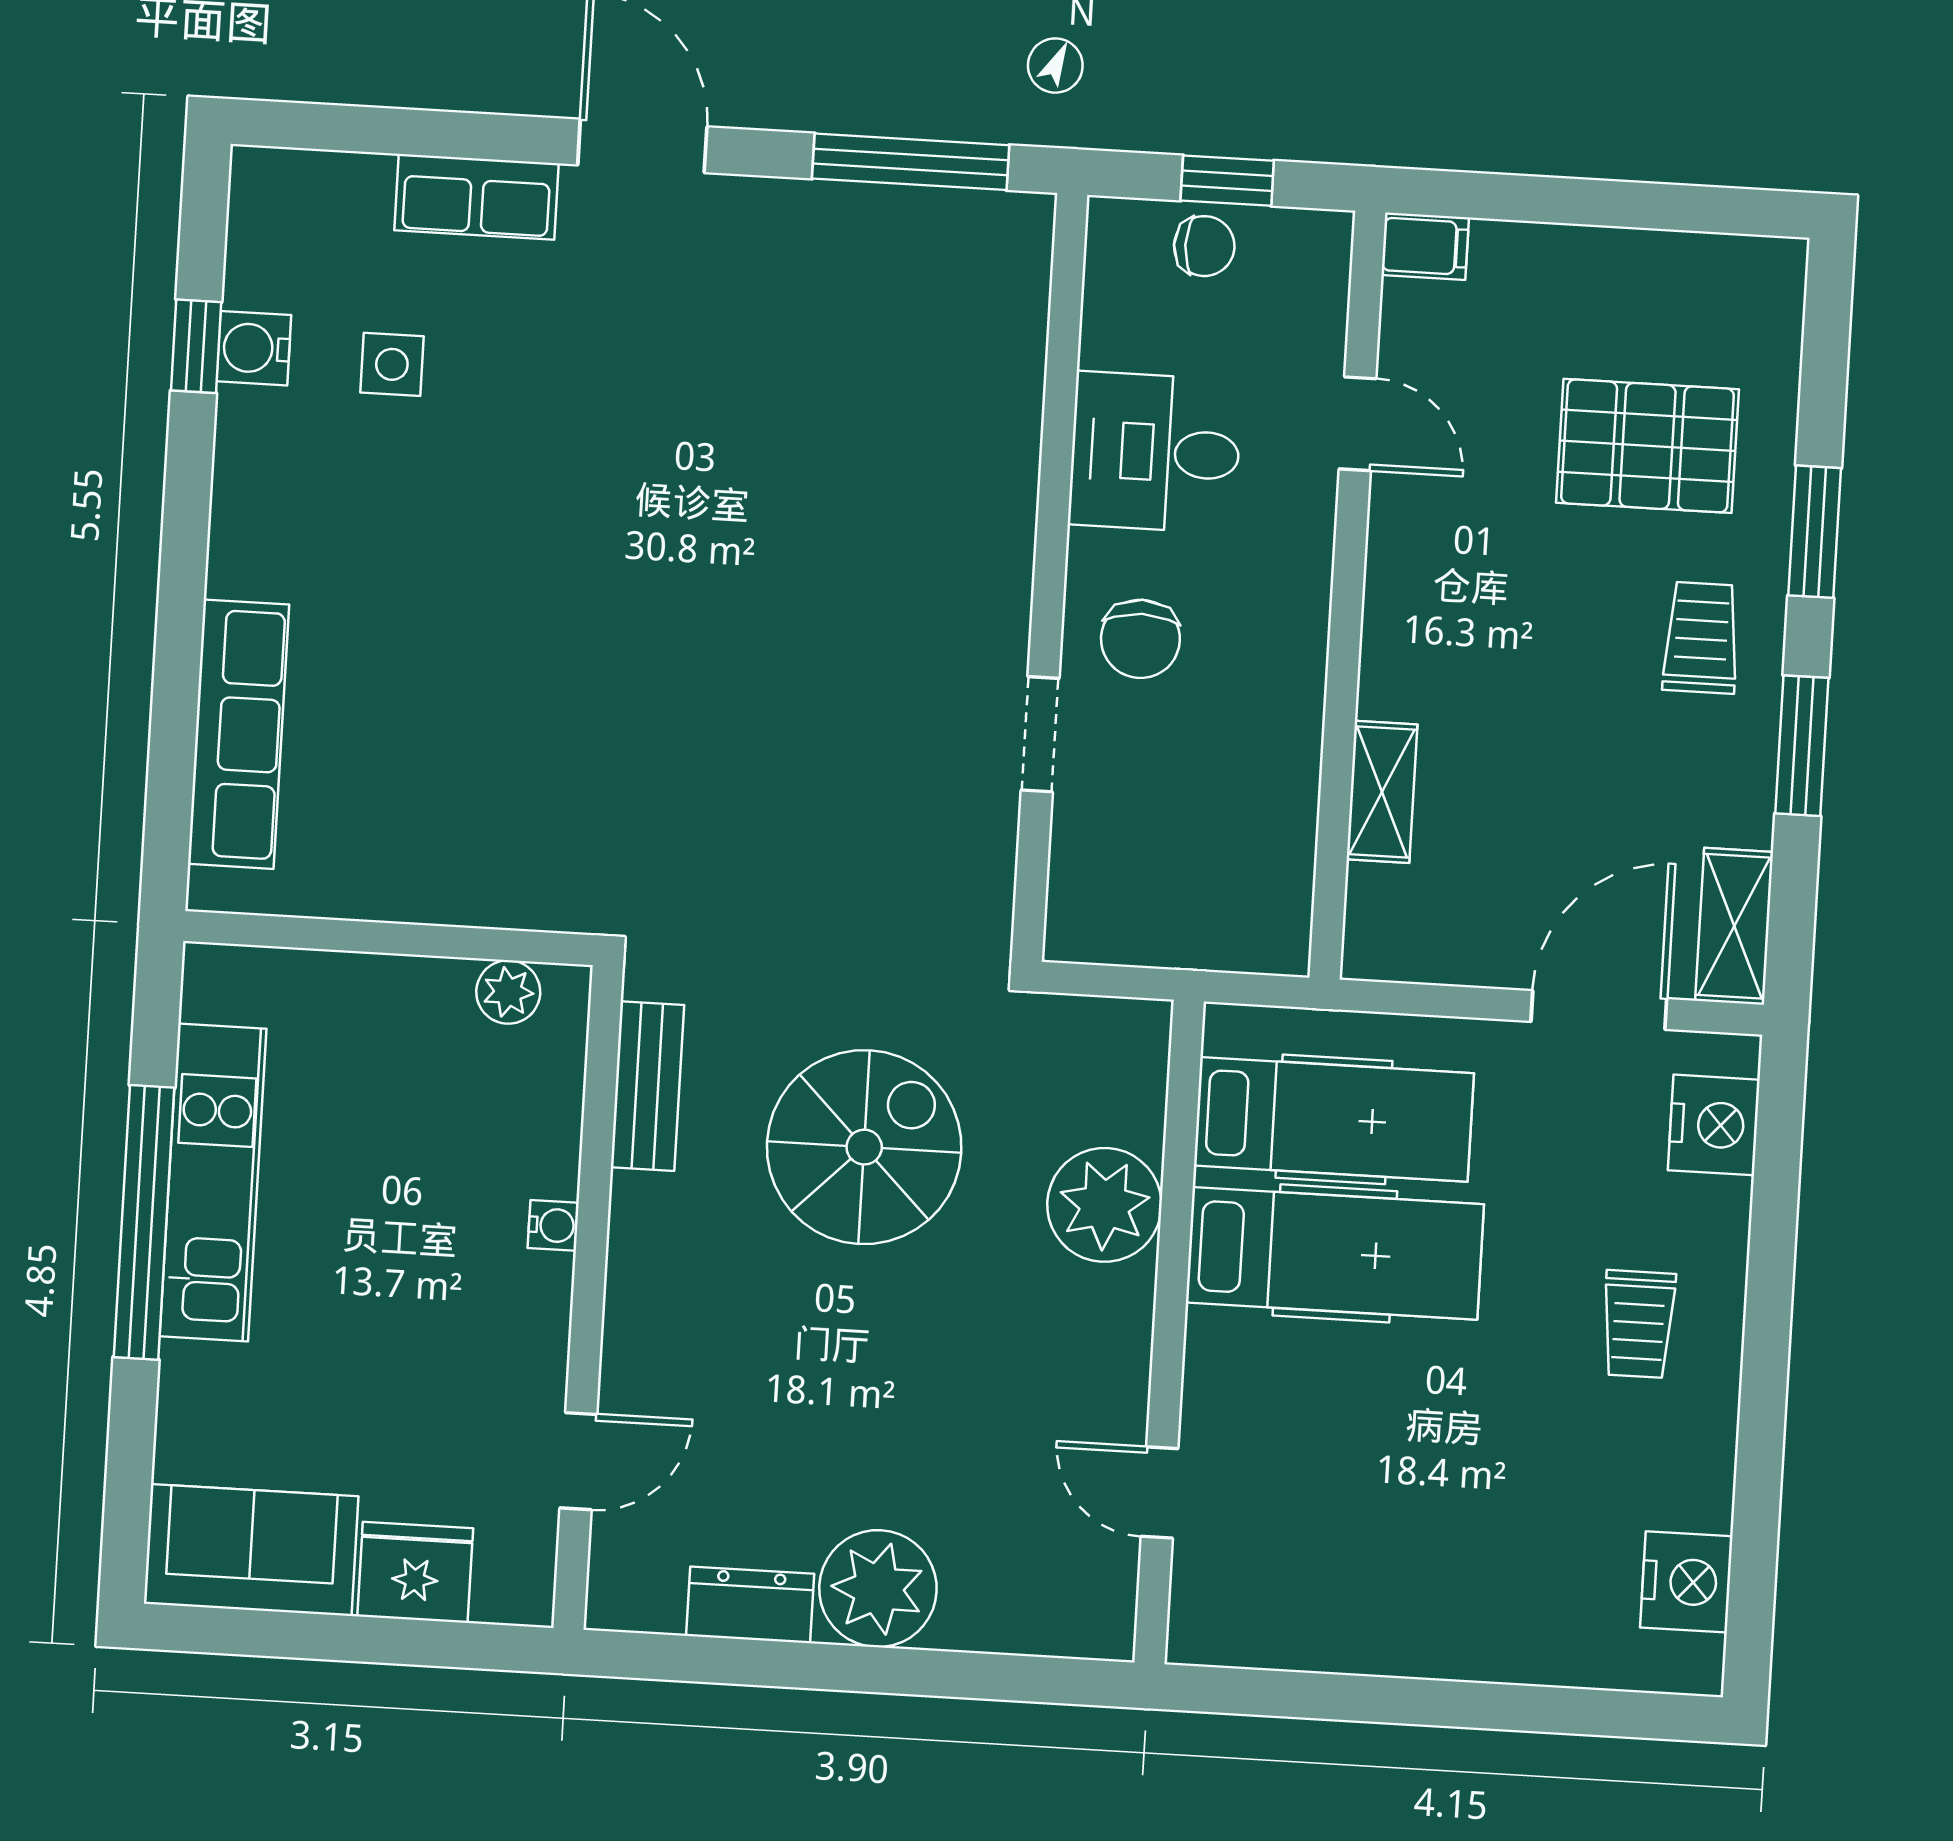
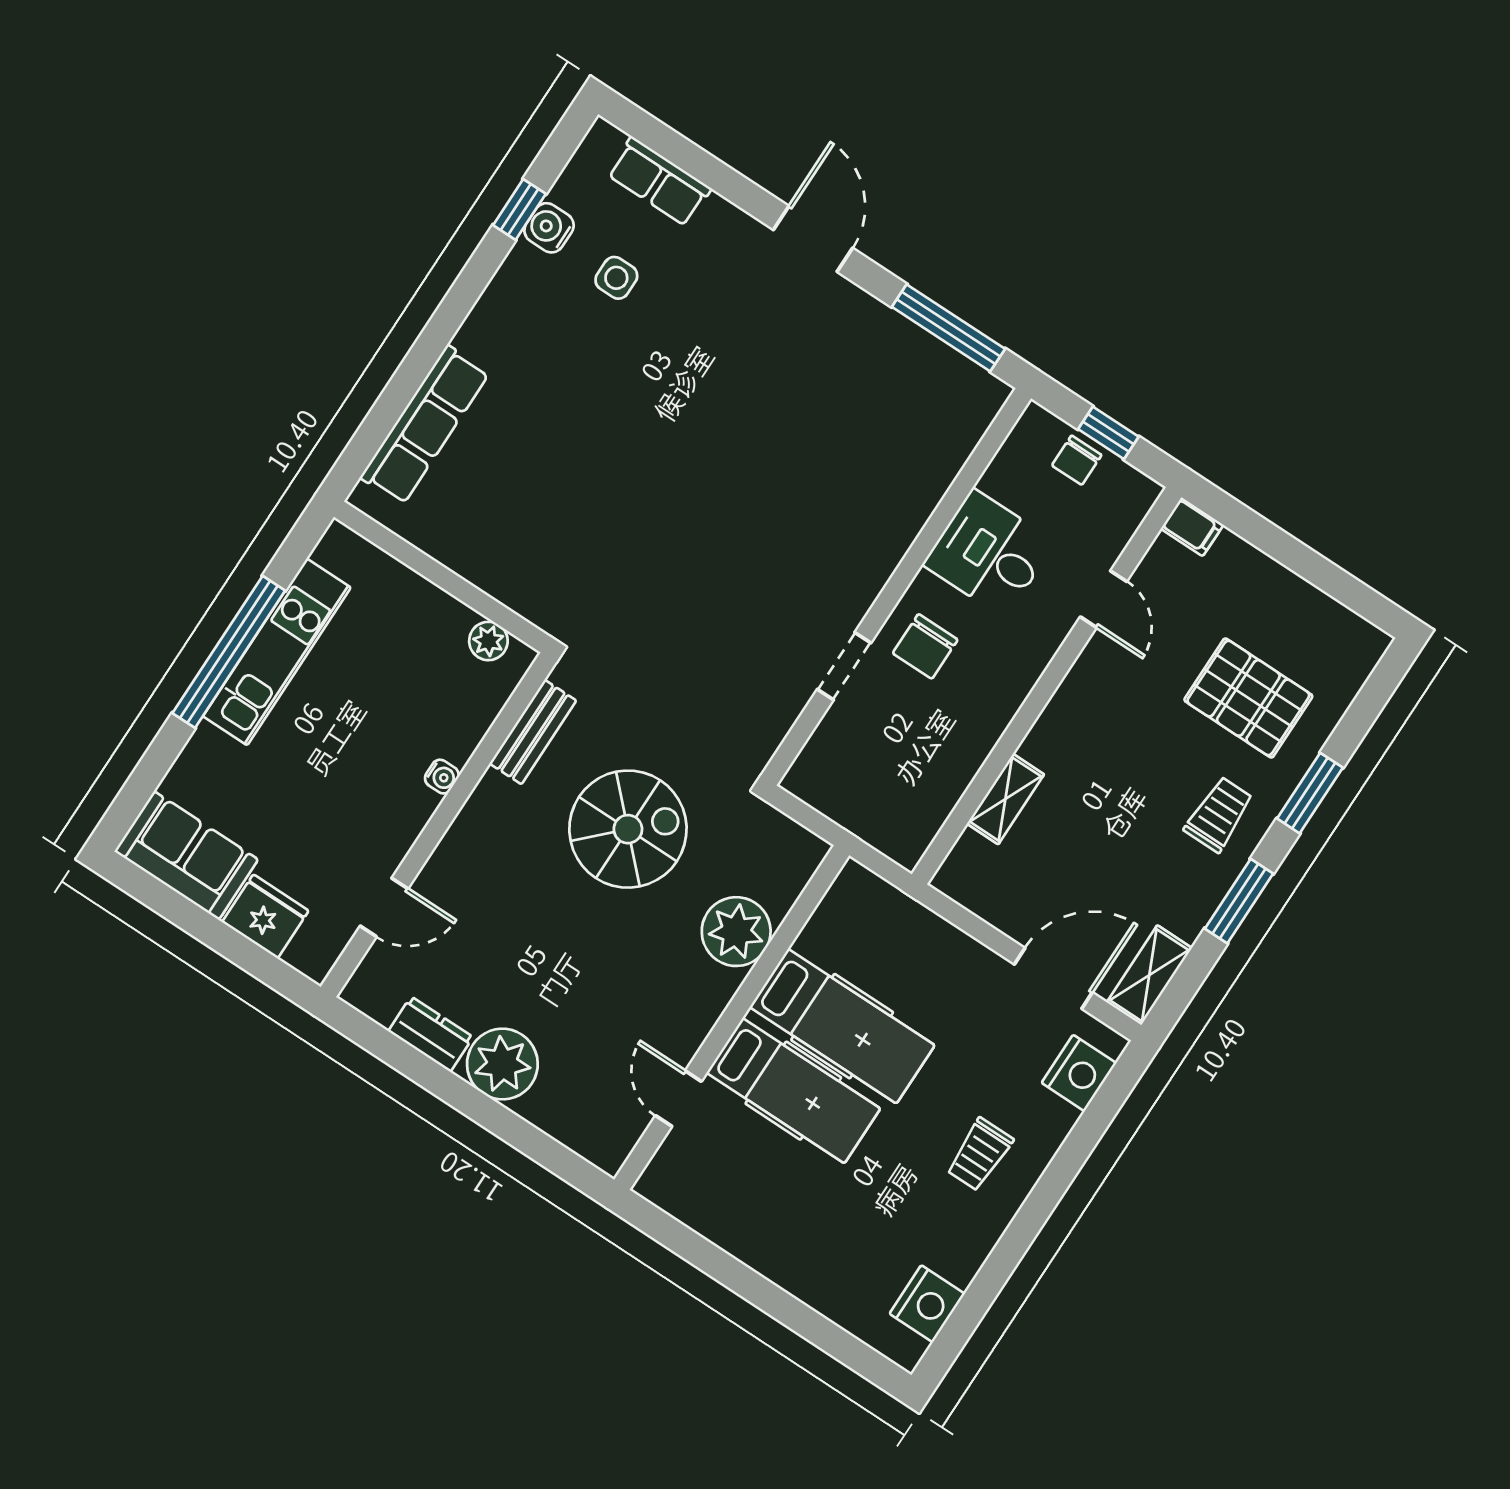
row of seats: (477, 197) -> (659, 182), moved
chair: (1204, 246) -> (1077, 460), turned 90
hospital bed: (1334, 1119) -> (793, 1091), moved

